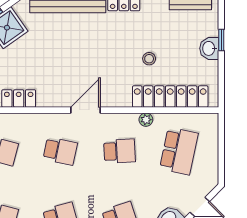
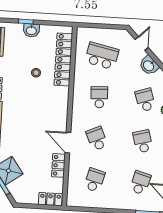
door: (85, 110) -> (68, 143), moved
plant: (146, 120) -> (78, 78), removed
school desk: (60, 151) -> (97, 139), turned -36

